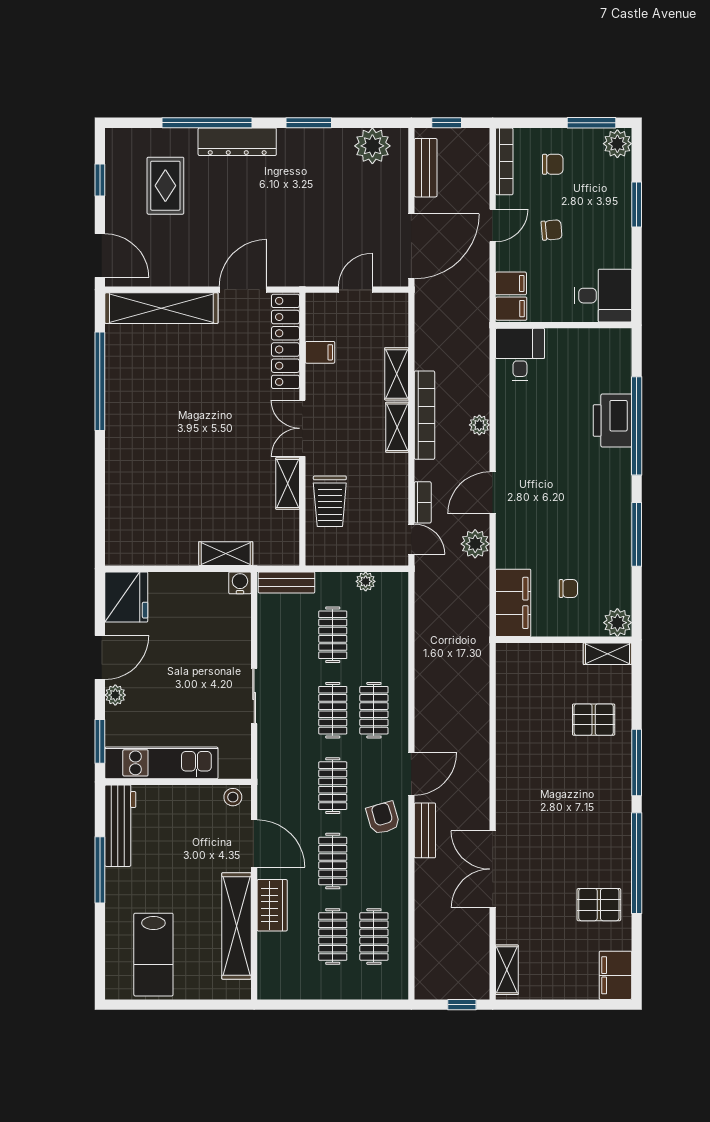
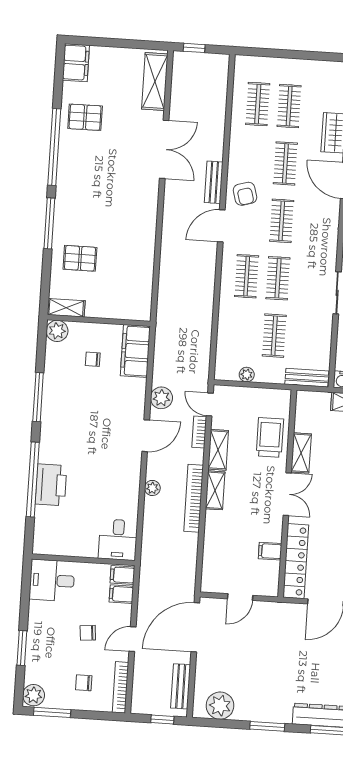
shelving: (397, 374) -> (218, 450), moved
shelving: (507, 970) -> (155, 81), width x1.50, depth x1.33

